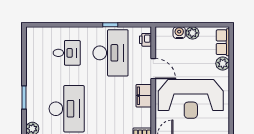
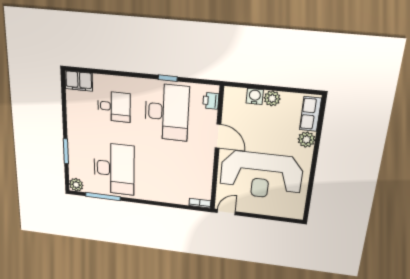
filing cabinet: (144, 96) -> (79, 81), moved, turned -90

